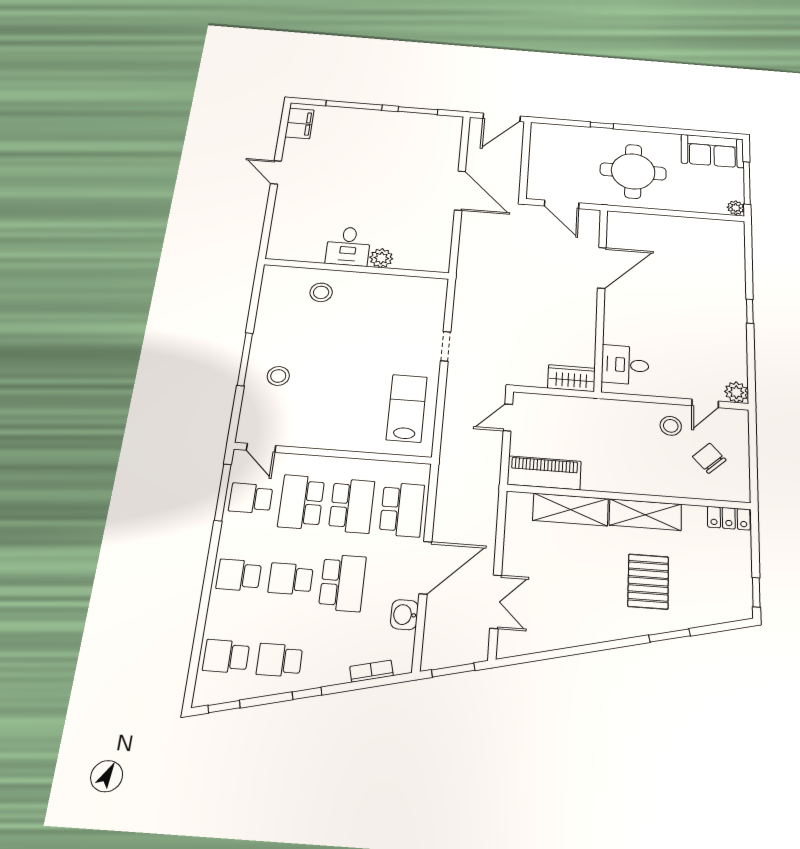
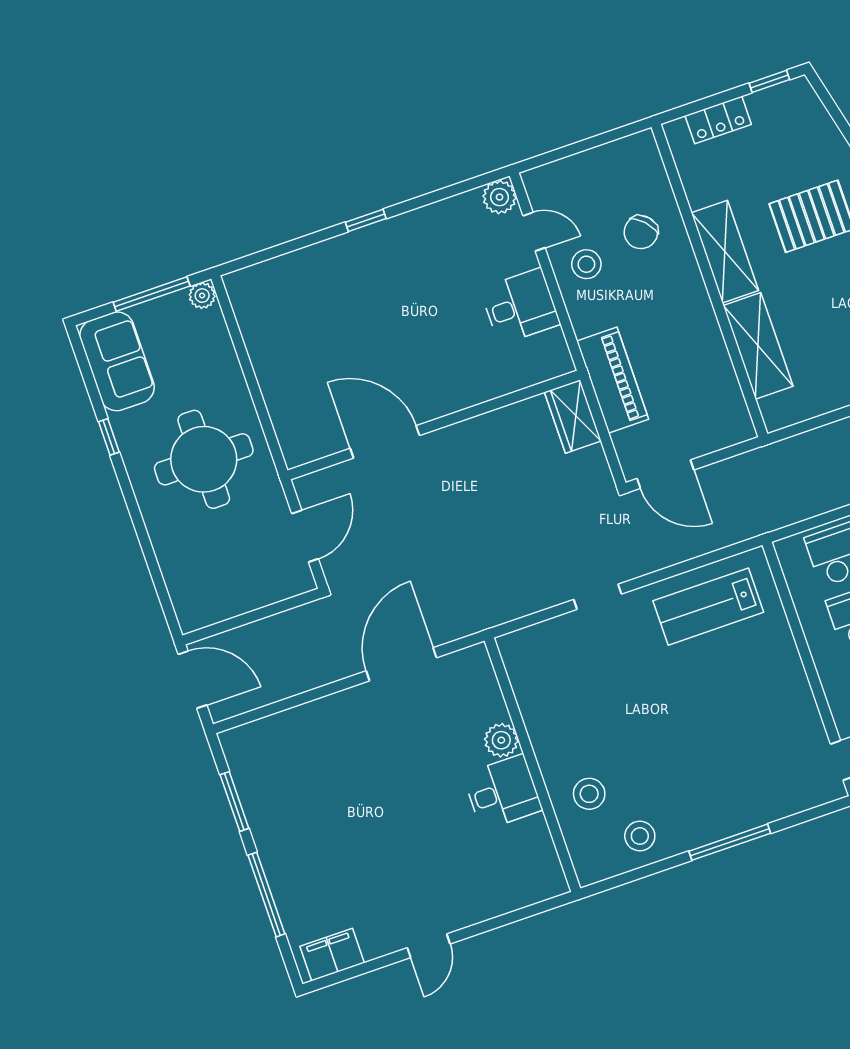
window: (602, 125) -> (109, 437), moved
door: (460, 191) -> (401, 664), moved
desk: (625, 365) -> (520, 306), moved, turned -90
stool: (278, 376) -> (640, 836), moved
door: (508, 418) -> (665, 474), width x1.38
chair: (709, 458) -> (641, 232), moved
piano: (544, 473) -> (613, 380), moved, turned 180
locker: (729, 518) -> (718, 120), moved, turned 90

